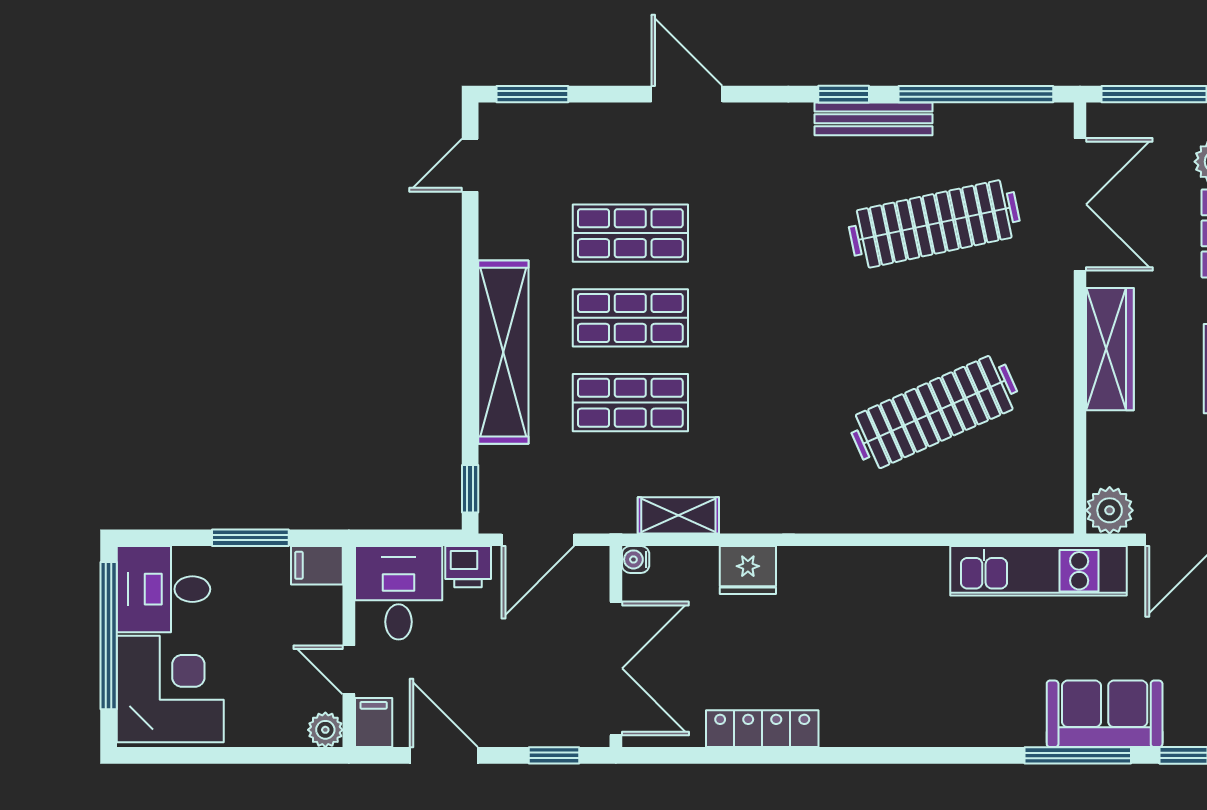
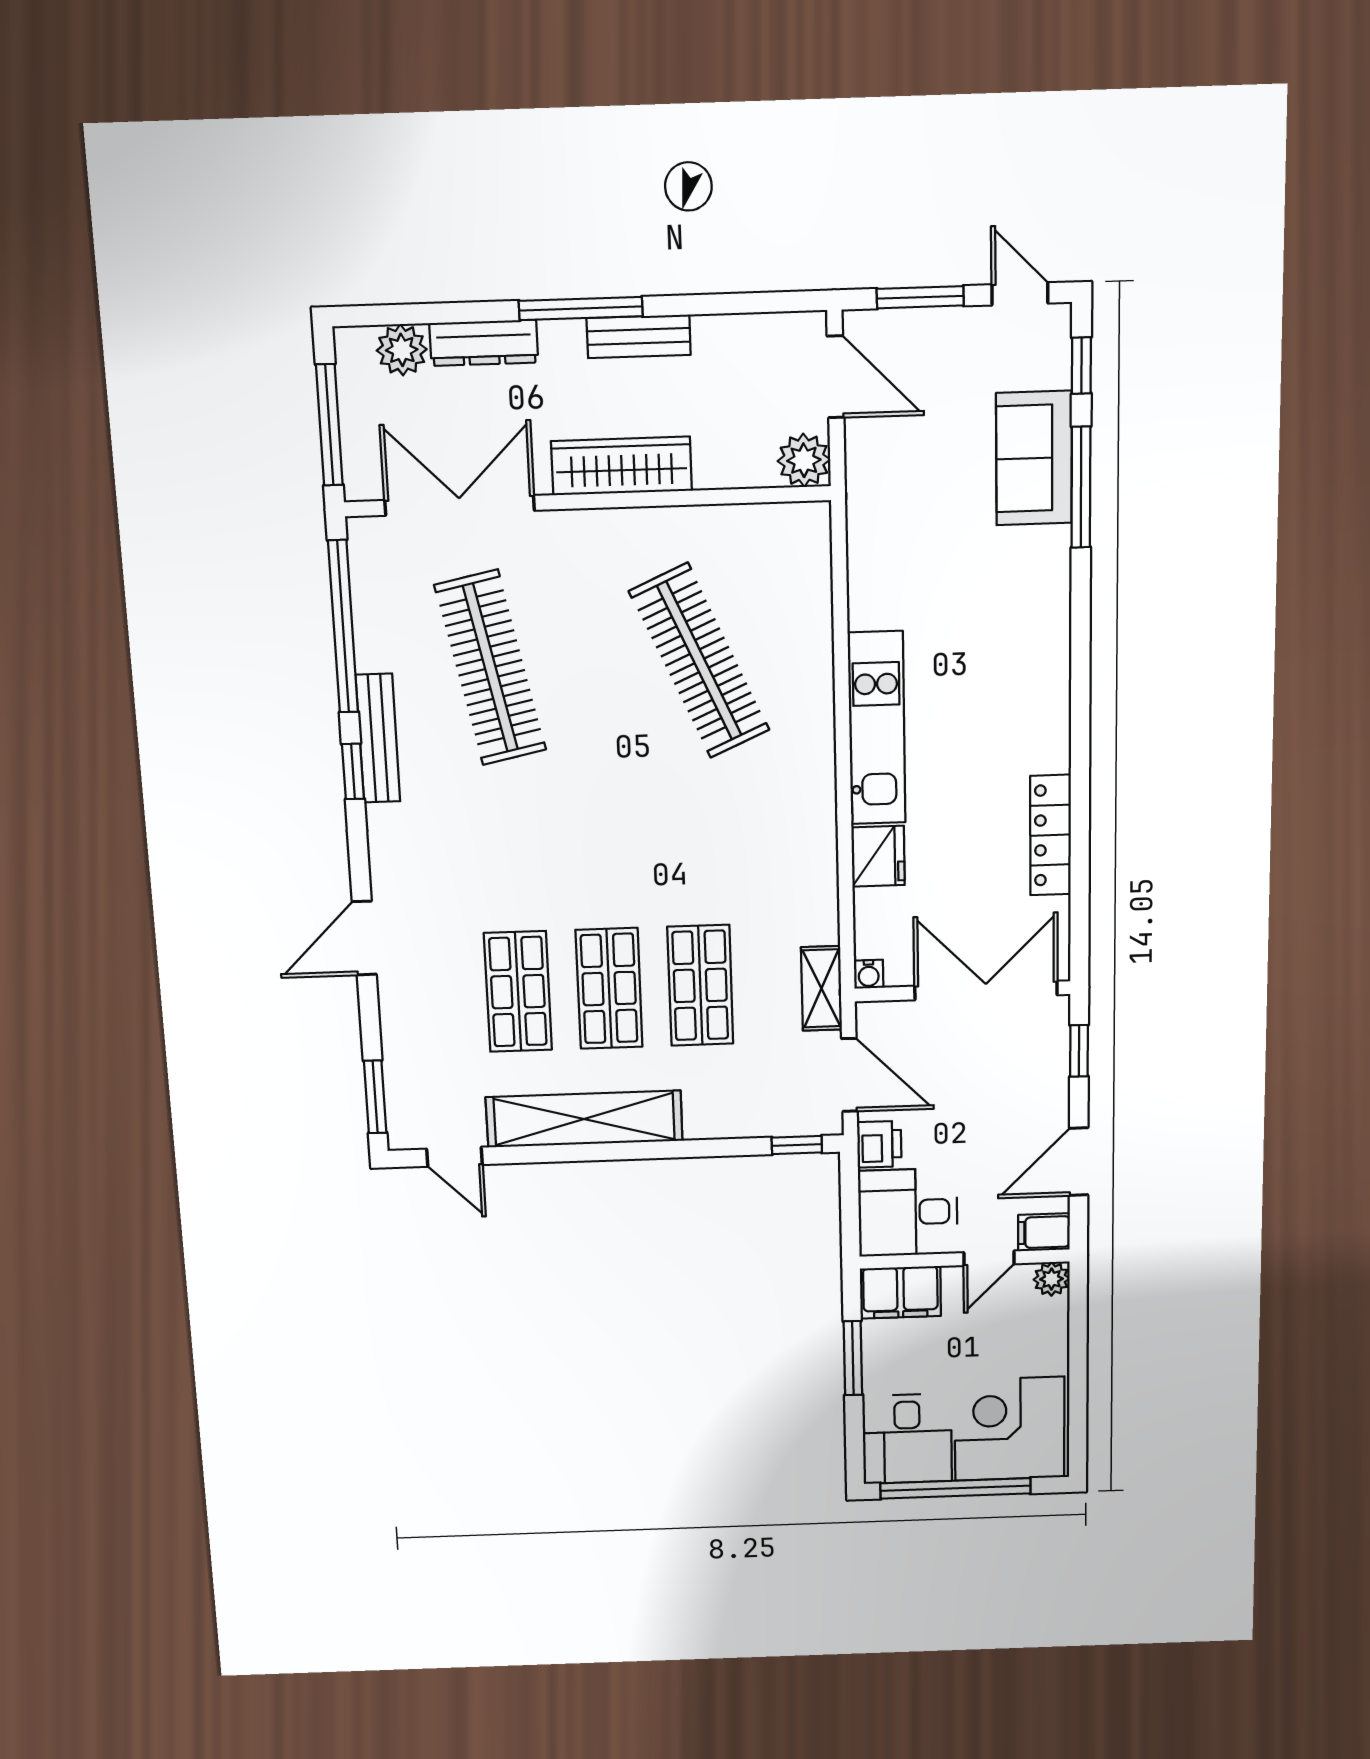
shelving: (503, 352) -> (584, 1119), moved
shelving: (678, 515) -> (822, 988), moved
filing cabinet: (317, 565) -> (900, 1292), width x2.00
kitchen unit: (1039, 571) -> (877, 728), moved

